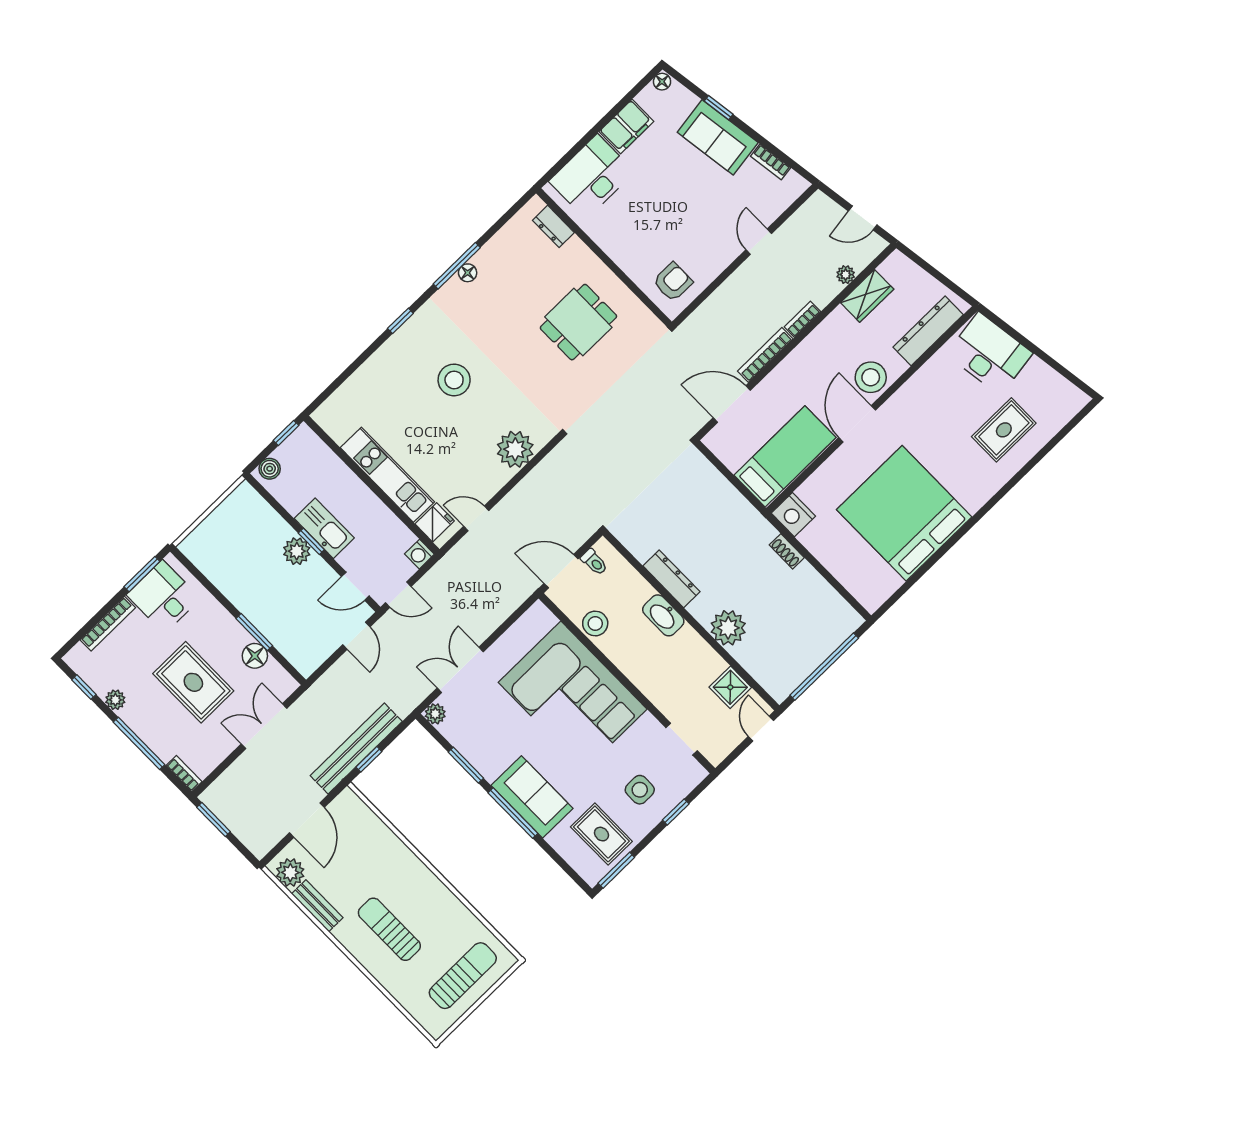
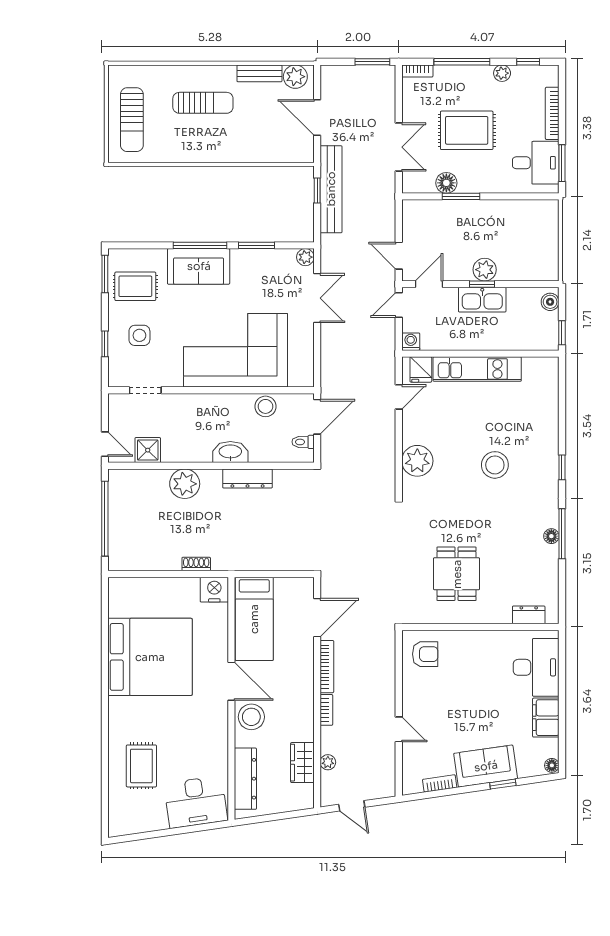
door: (863, 218) -> (352, 806), swing flipped
armchair: (673, 282) -> (425, 654), turned -90

